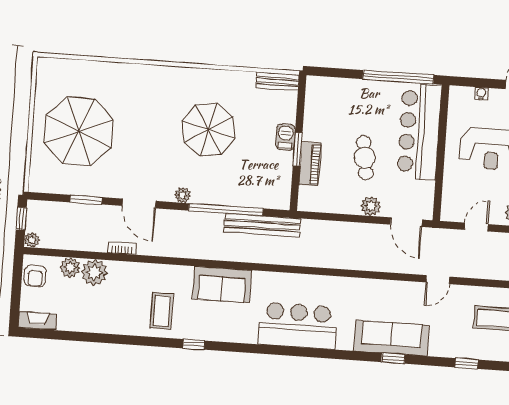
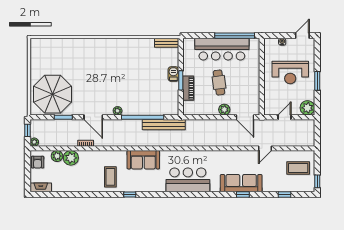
parasol: (209, 130) -> (130, 73), removed
parasol: (79, 131) -> (53, 94), moved
bar counter: (419, 132) -> (222, 49), moved, turned -90

